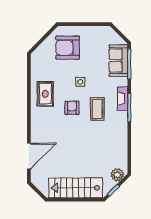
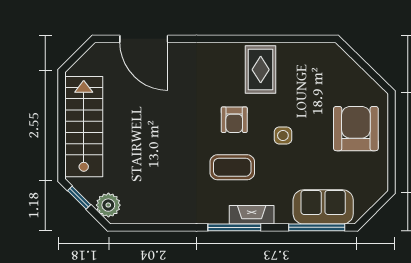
armchair: (68, 48) -> (356, 129), moved
rug: (45, 94) -> (261, 70), turned 90
armchair: (72, 108) -> (234, 120), turned 90

